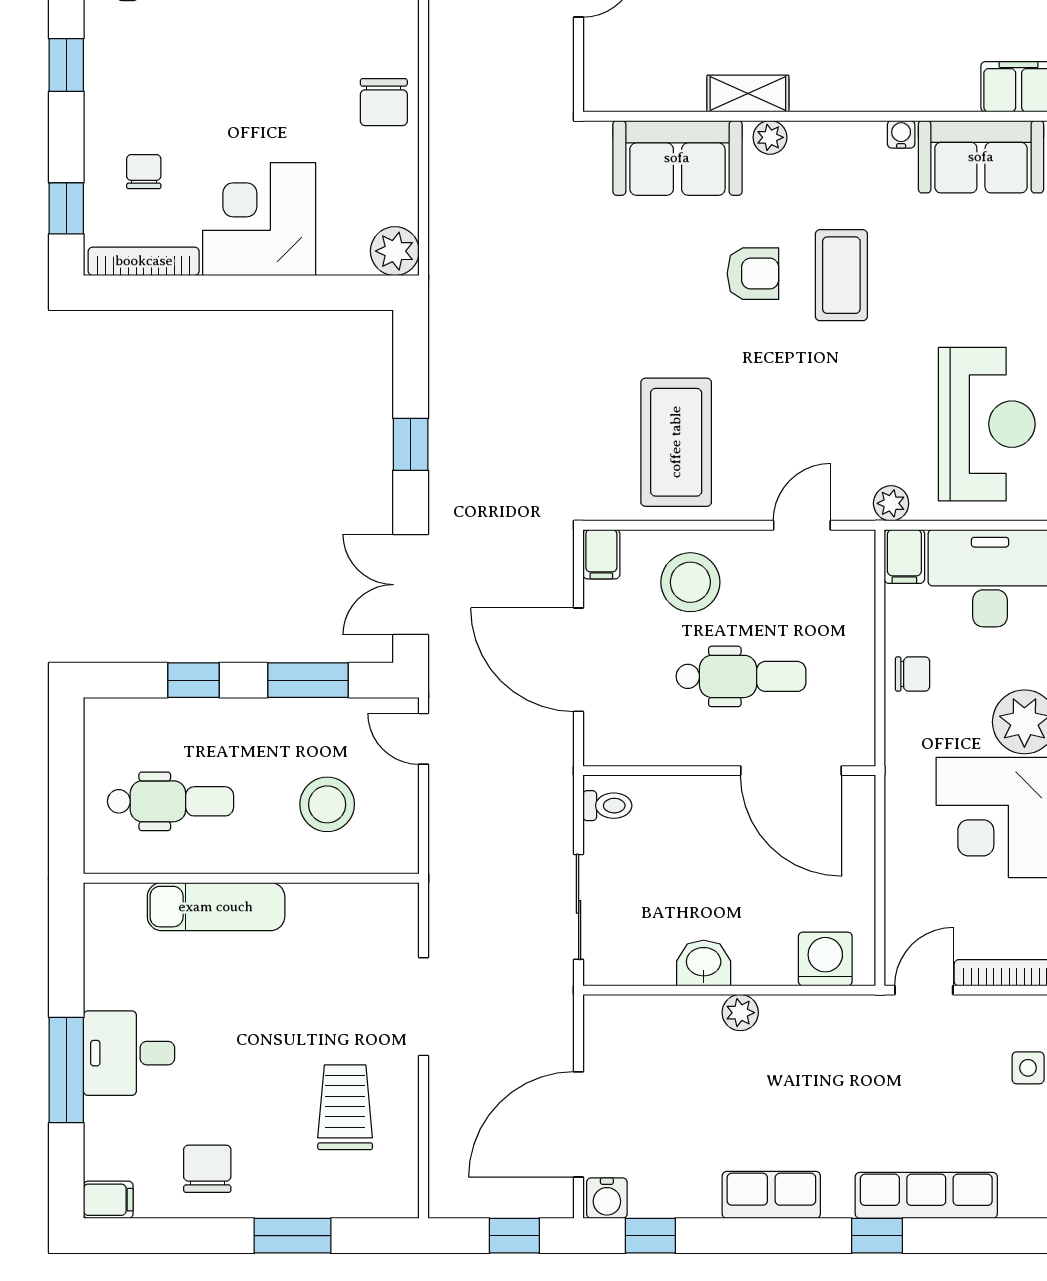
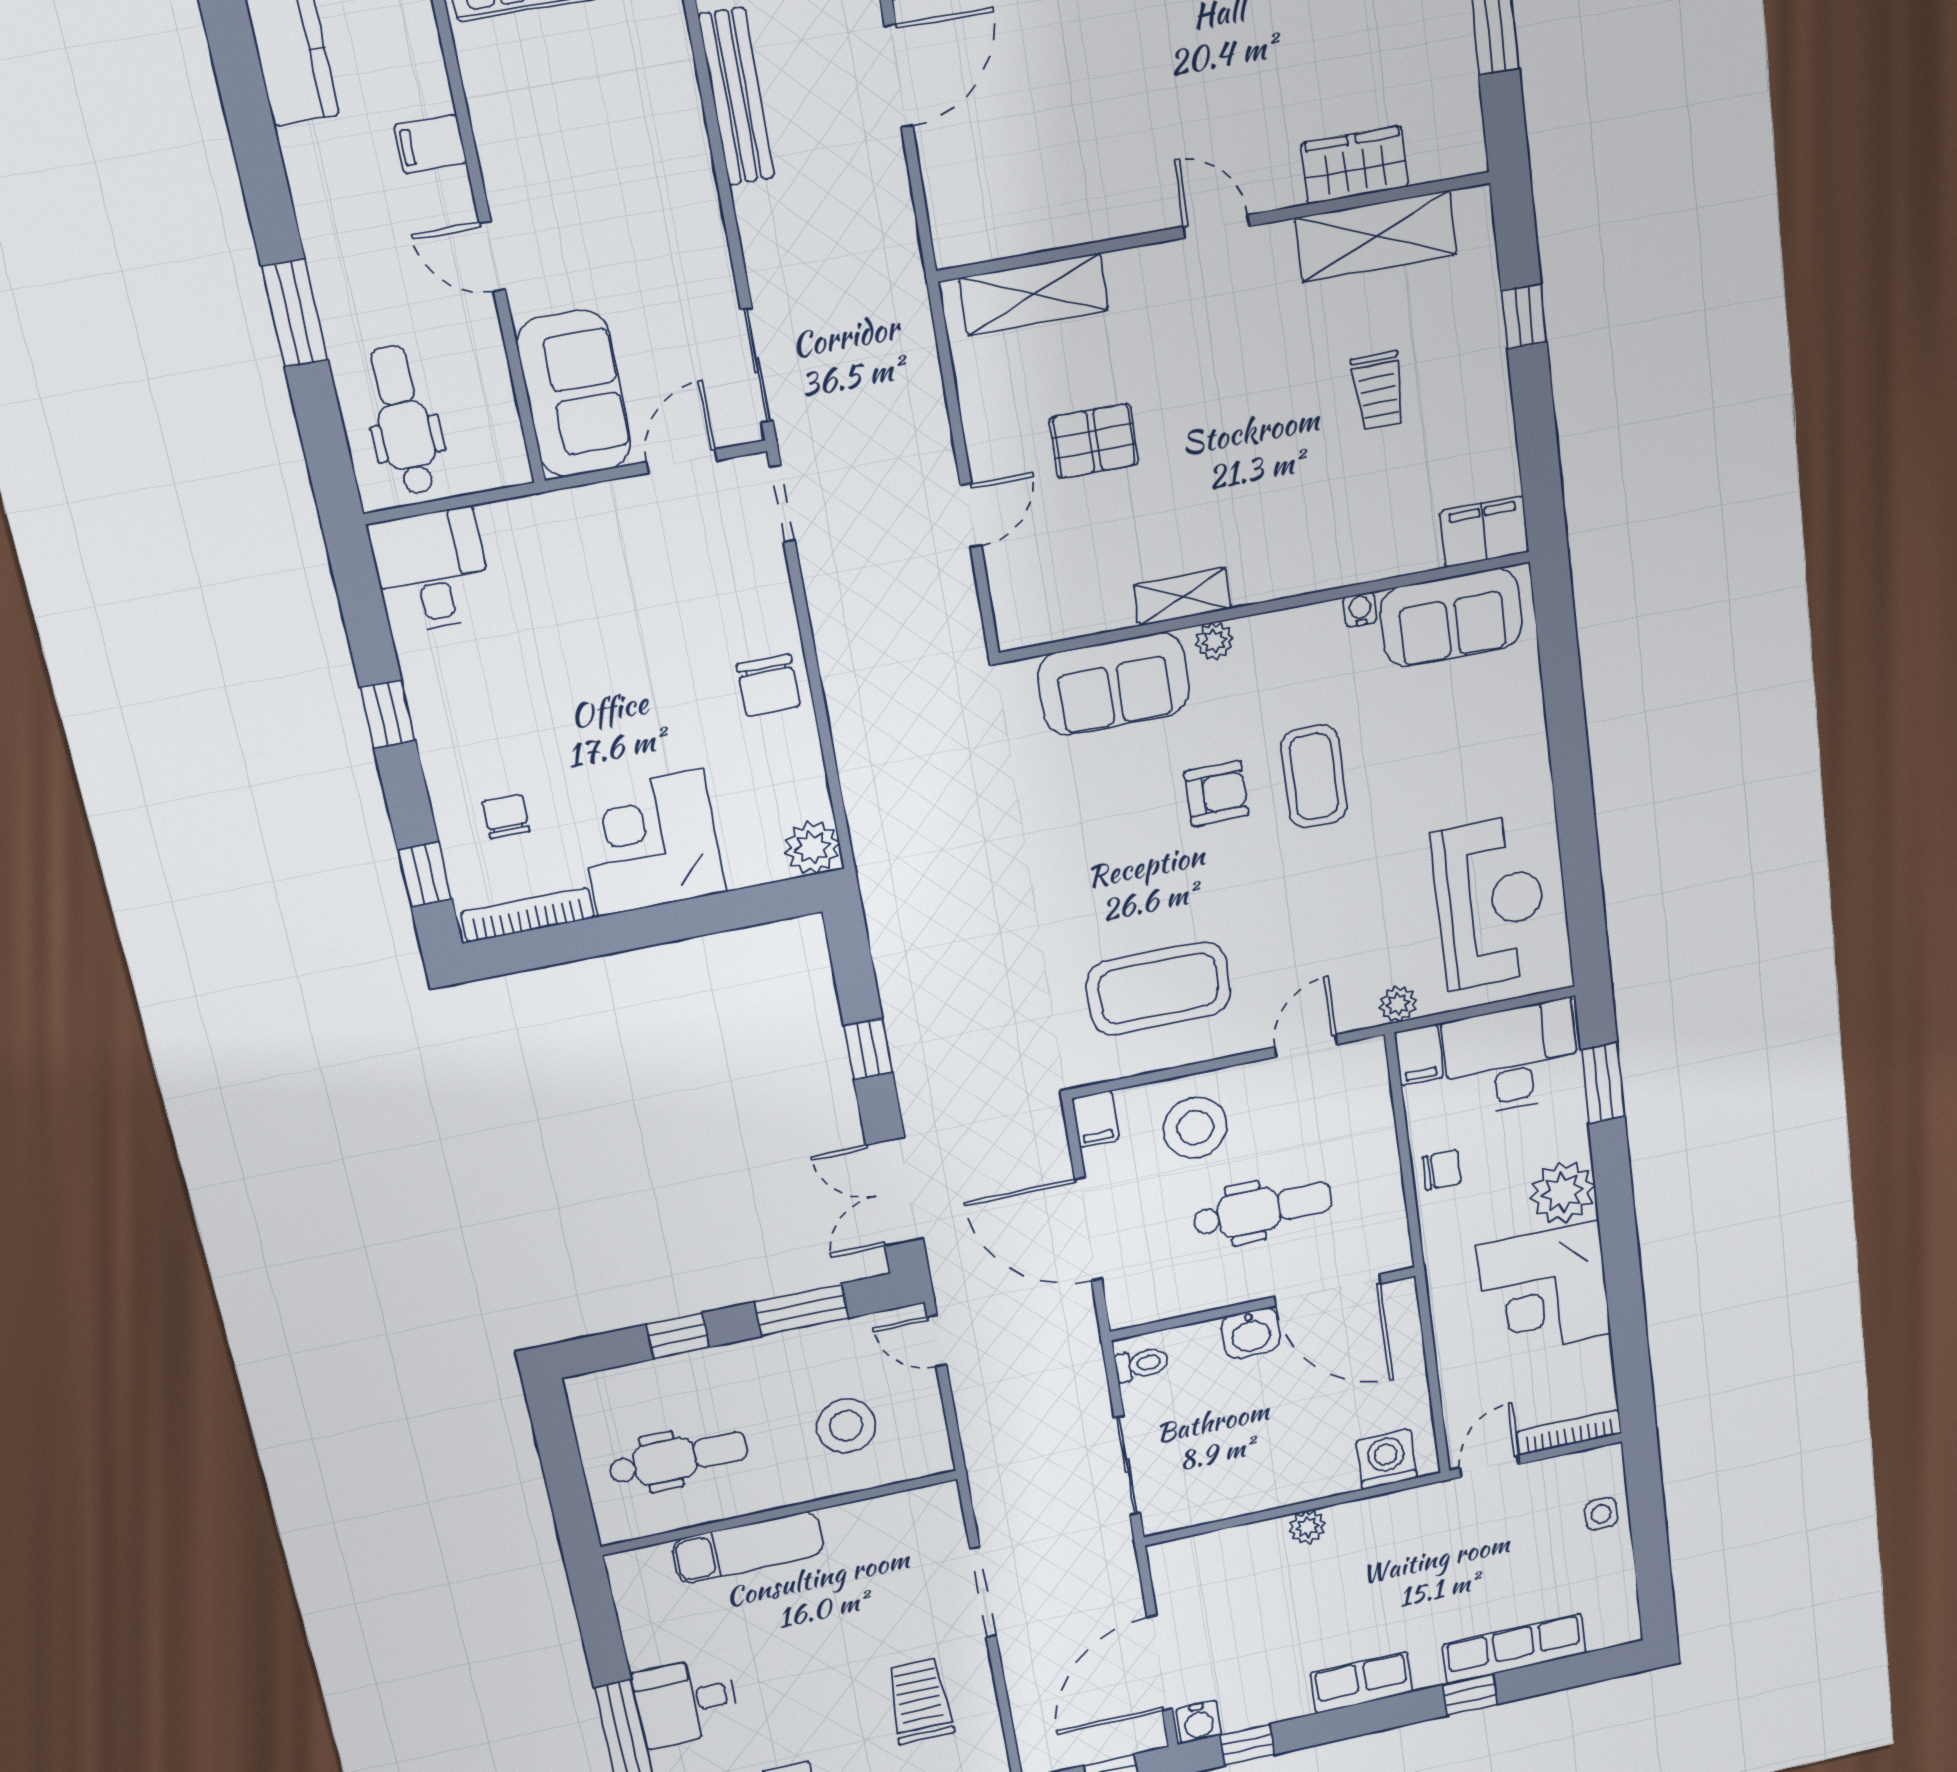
coffee table: (676, 442) -> (1158, 988), turned 90
washbasin: (704, 963) -> (1251, 1333), moved, turned 180

